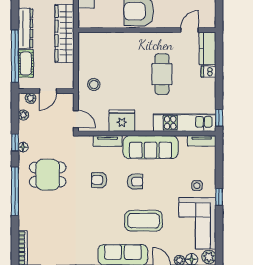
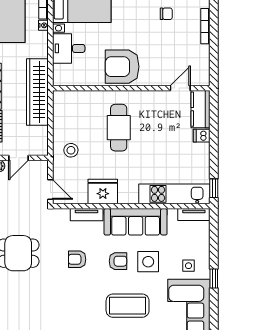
cafe table: (162, 74) -> (119, 128), moved
side table: (162, 182) -> (148, 262), added

